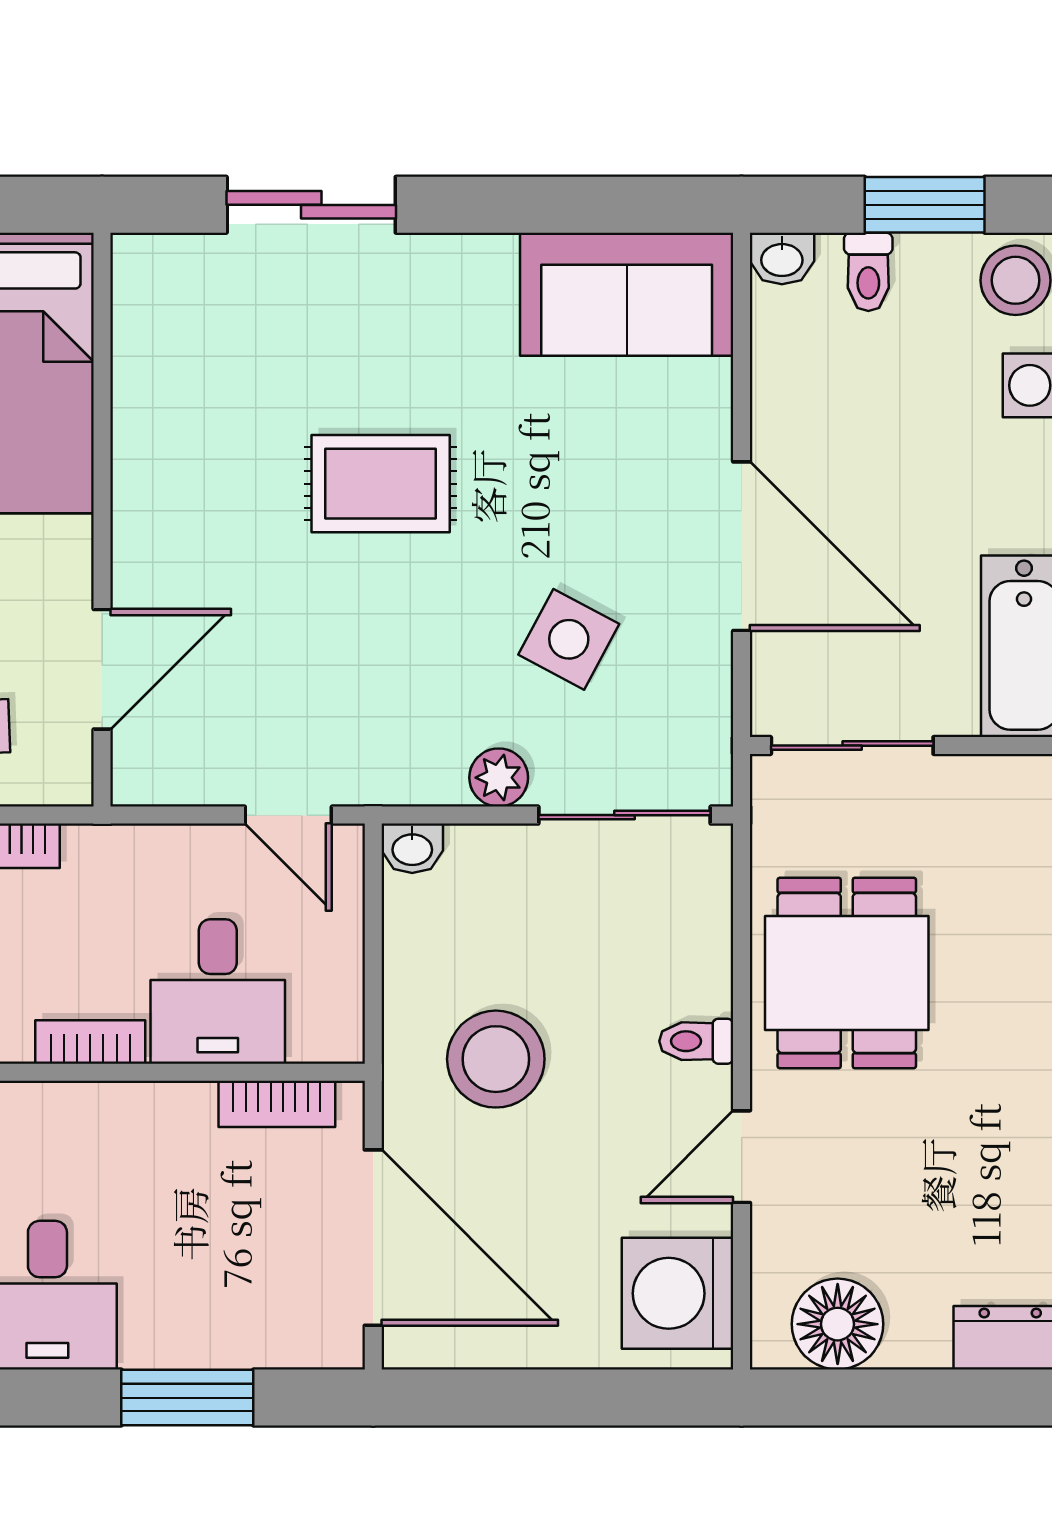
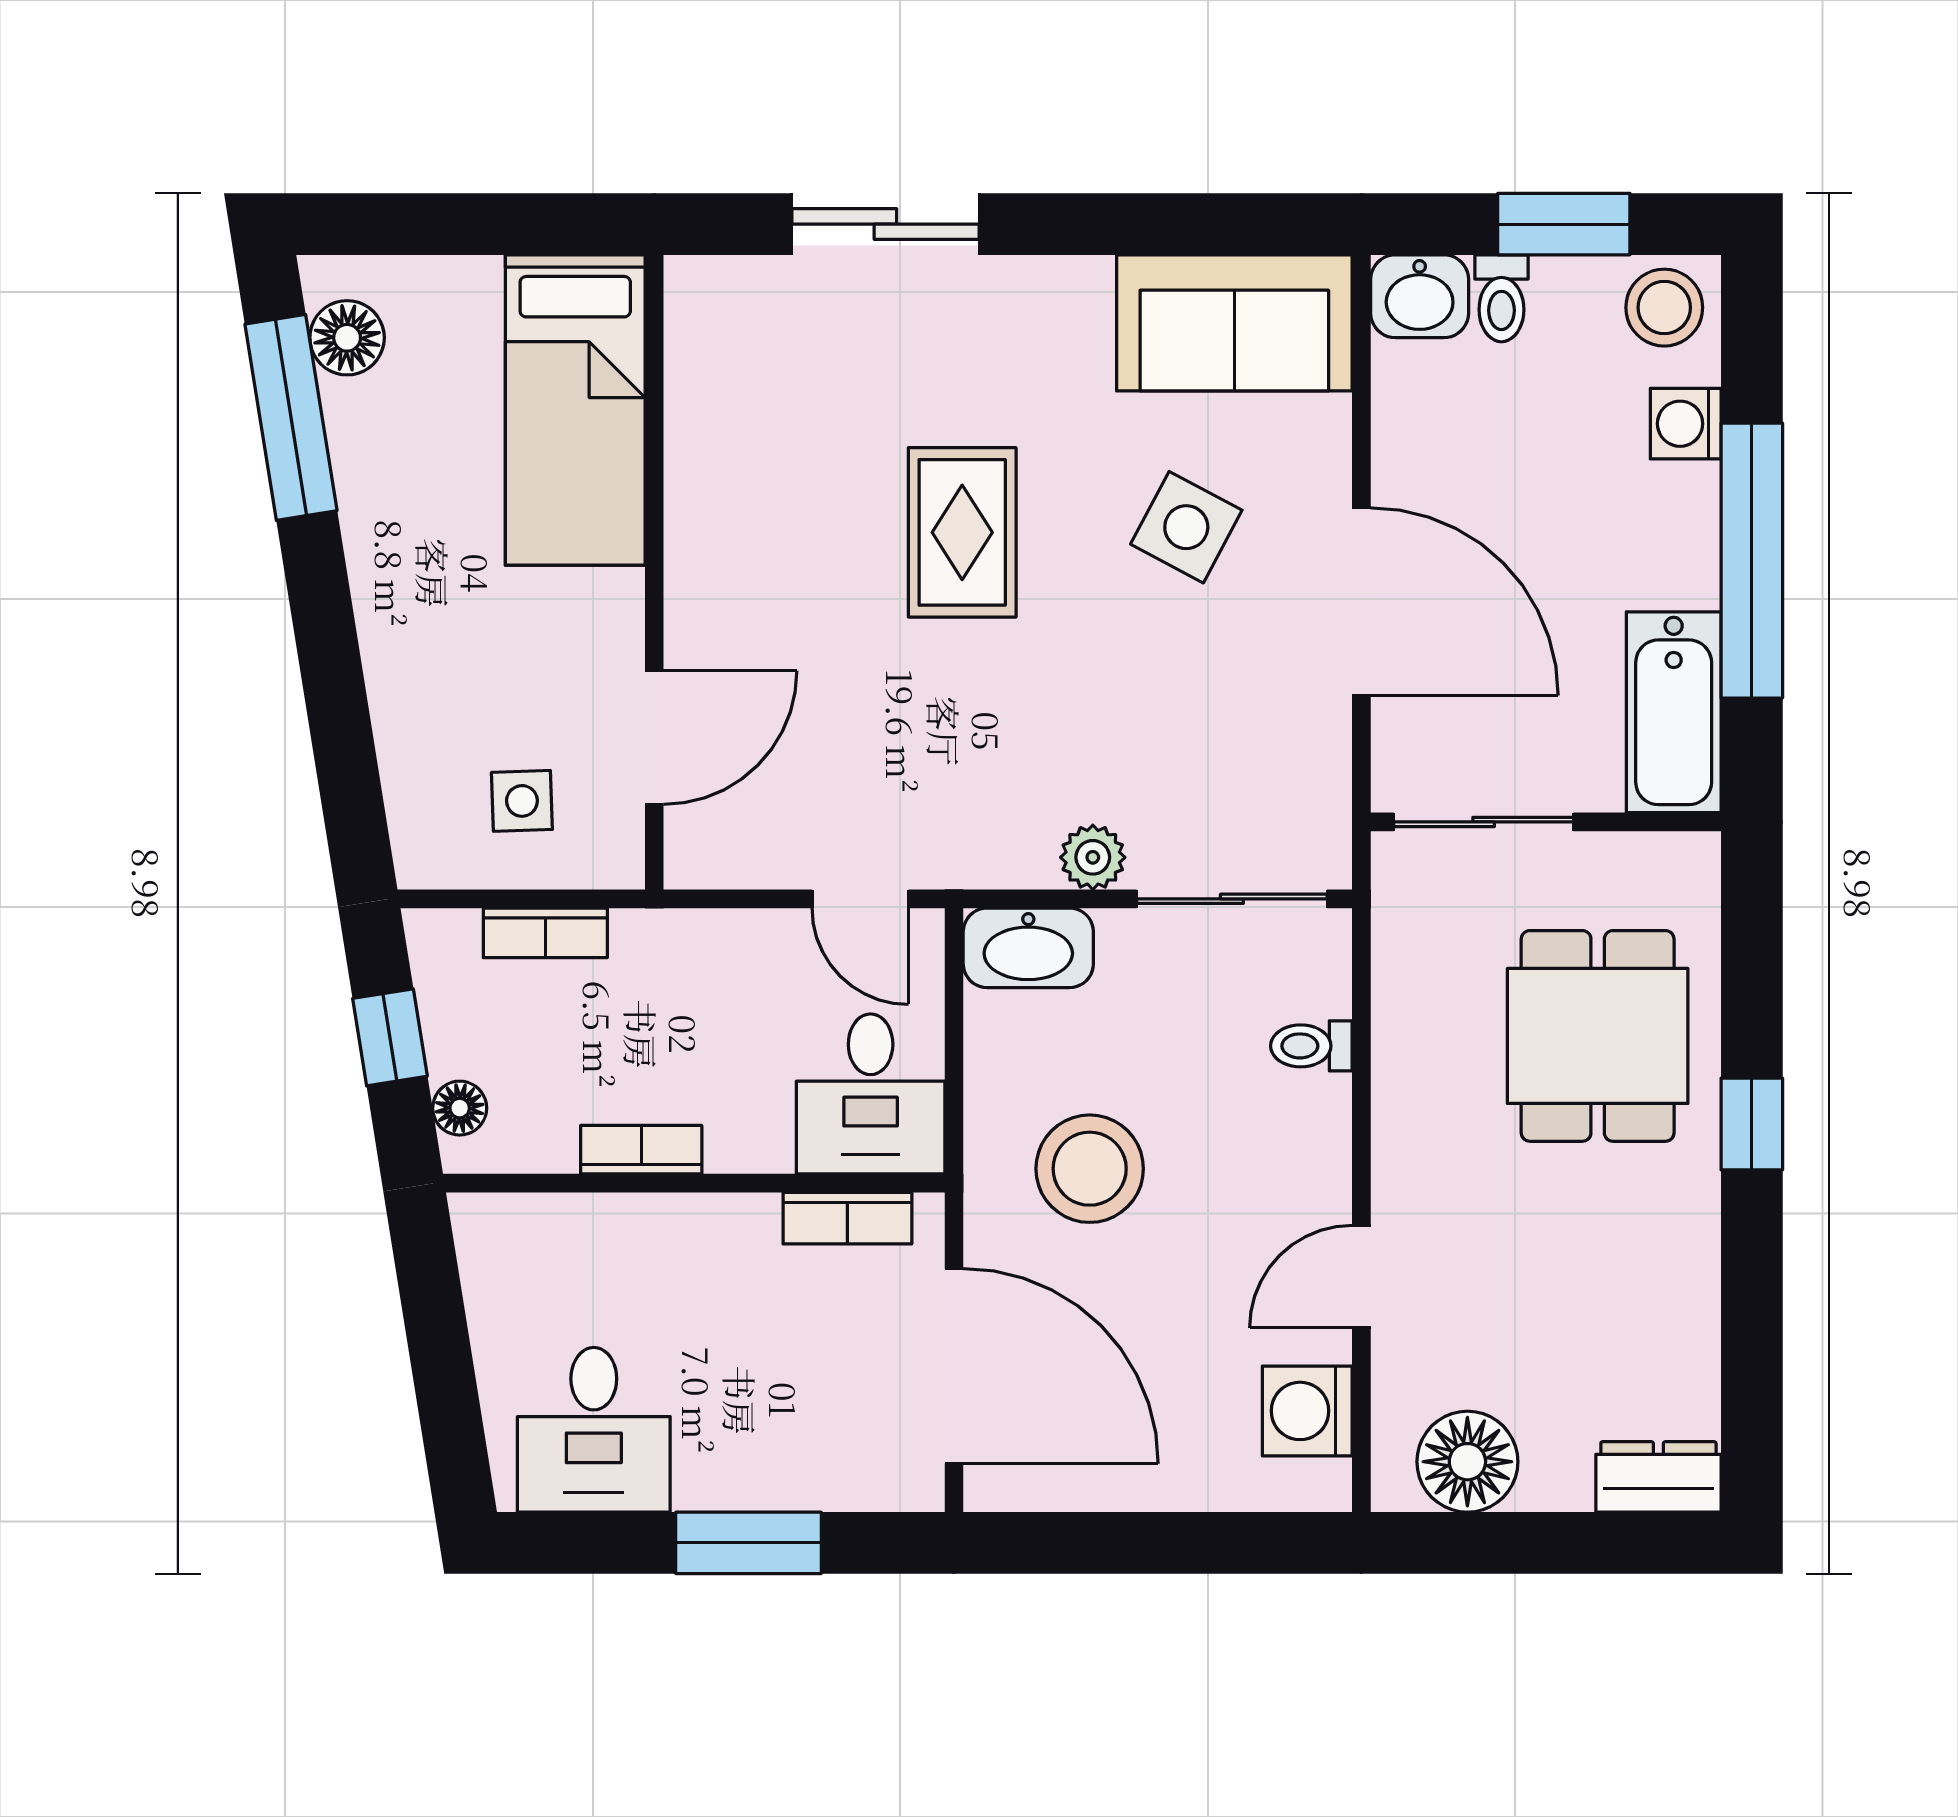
washbasin: (782, 258) -> (1420, 296), width x1.38, depth x1.45
rug: (381, 484) -> (962, 532), turned 90
side table: (569, 639) -> (1186, 527), moved
washbasin: (412, 848) -> (1028, 948), width x1.91, depth x1.45
dining table: (847, 973) -> (1598, 1036), moved
desk: (218, 991) -> (871, 1094), moved
toilet: (696, 1041) -> (1311, 1046), moved
washing machine: (678, 1293) -> (1307, 1411), width x0.73, depth x0.73

